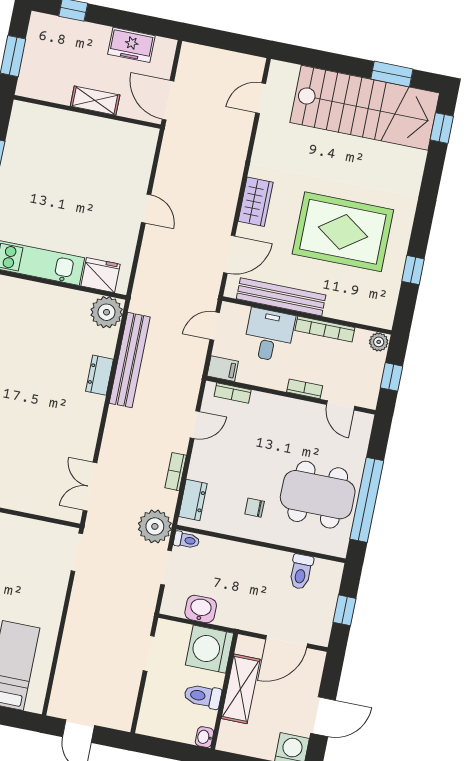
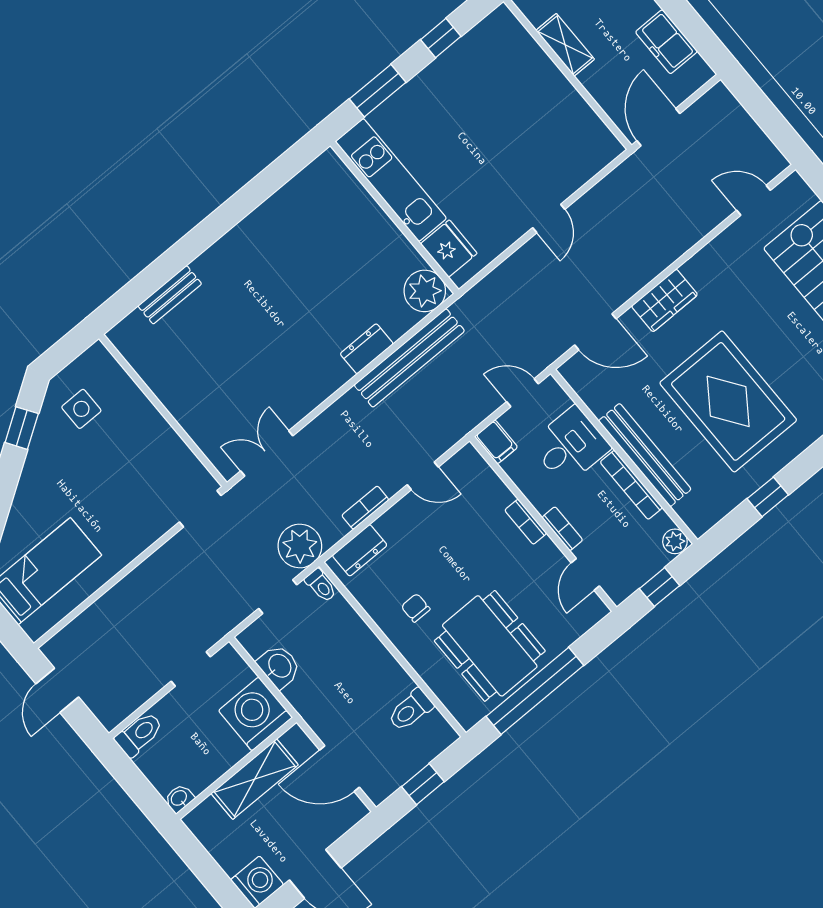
shelving: (95, 101) -> (565, 45), moved
bench: (281, 297) -> (645, 455), moved
bookcase: (233, 393) -> (526, 522), moved
toilet: (203, 696) -> (139, 734), moved, turned 90

